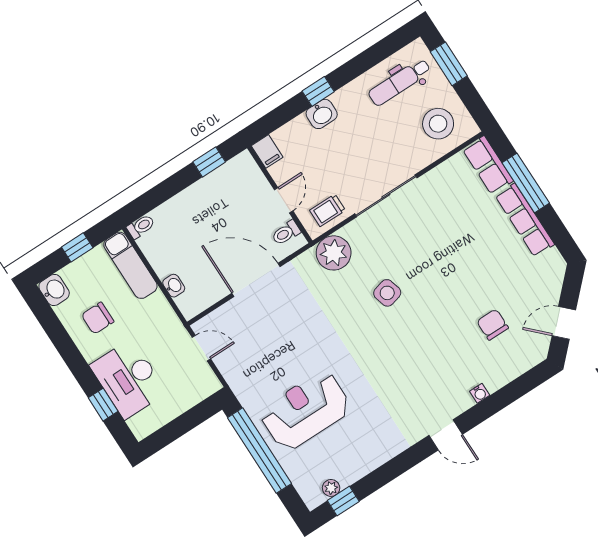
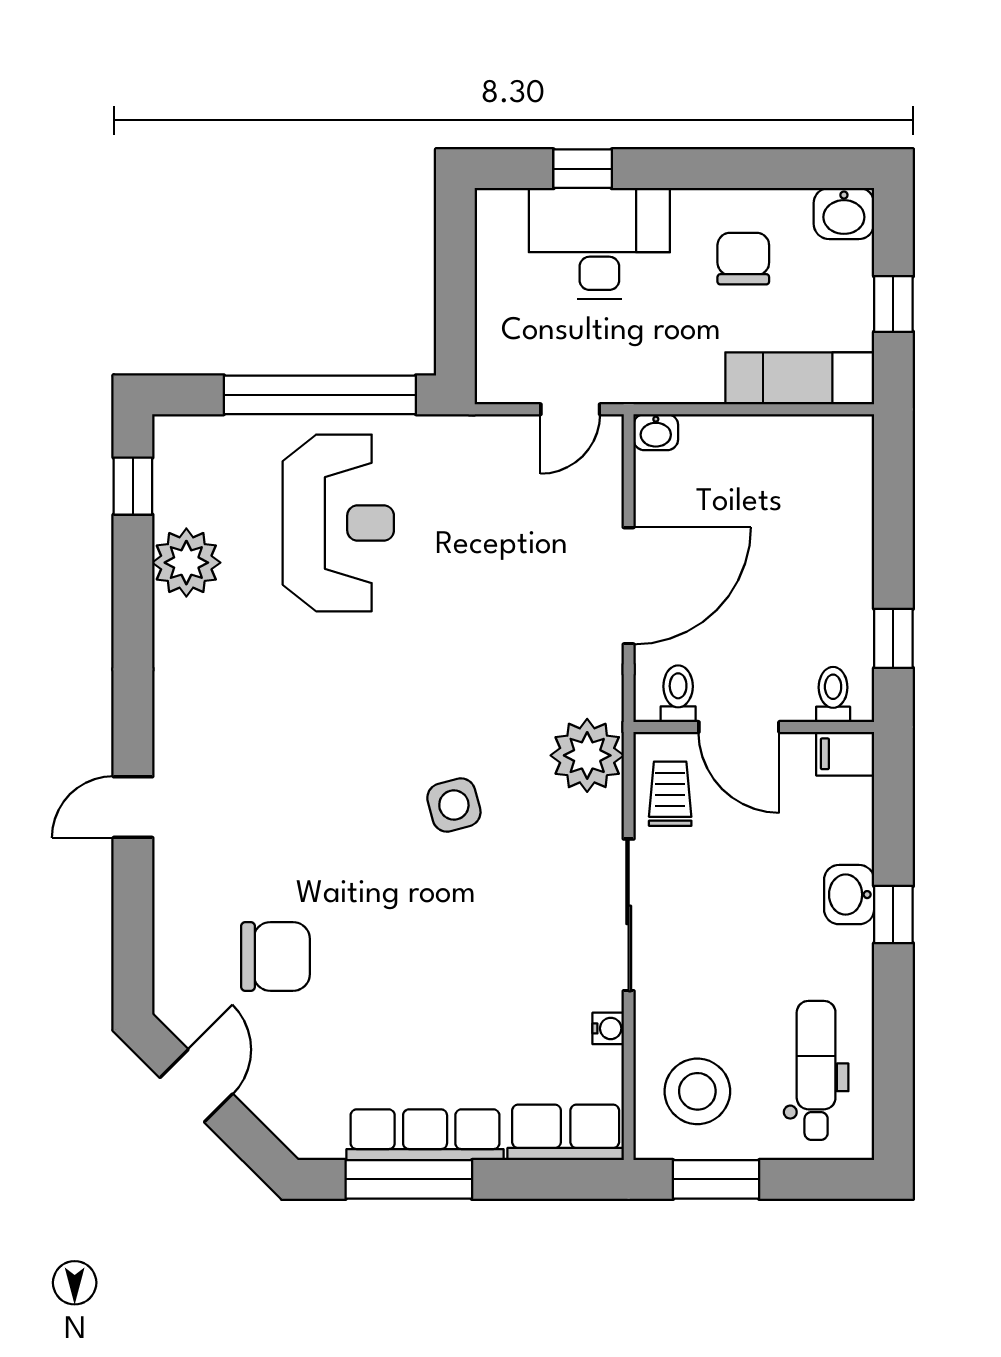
window: (449, 64) -> (716, 1179), moved
window: (526, 183) -> (409, 1179), moved
door: (284, 200) -> (739, 727), width x1.37
toilet: (141, 226) -> (833, 695), moved, turned 180
washbasin: (174, 286) -> (656, 432), moved
chair: (493, 325) -> (275, 956), width x1.37, depth x1.37
water cooler: (480, 393) -> (608, 1028), moved, turned 180
door: (446, 435) -> (133, 807), moved
plant: (331, 488) -> (186, 563), moved, width x1.88, depth x1.88

